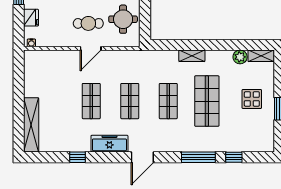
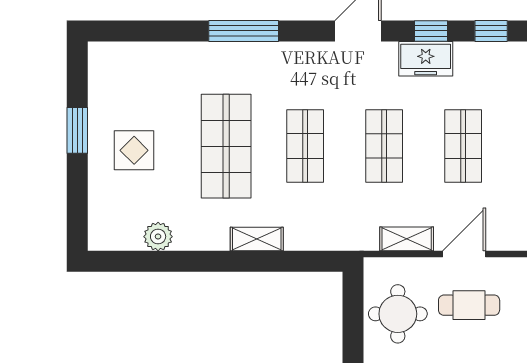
shelving: (261, 56) -> (407, 239), moved
freezer: (109, 144) -> (426, 59), width x0.71
window: (234, 157) -> (431, 31), moved

